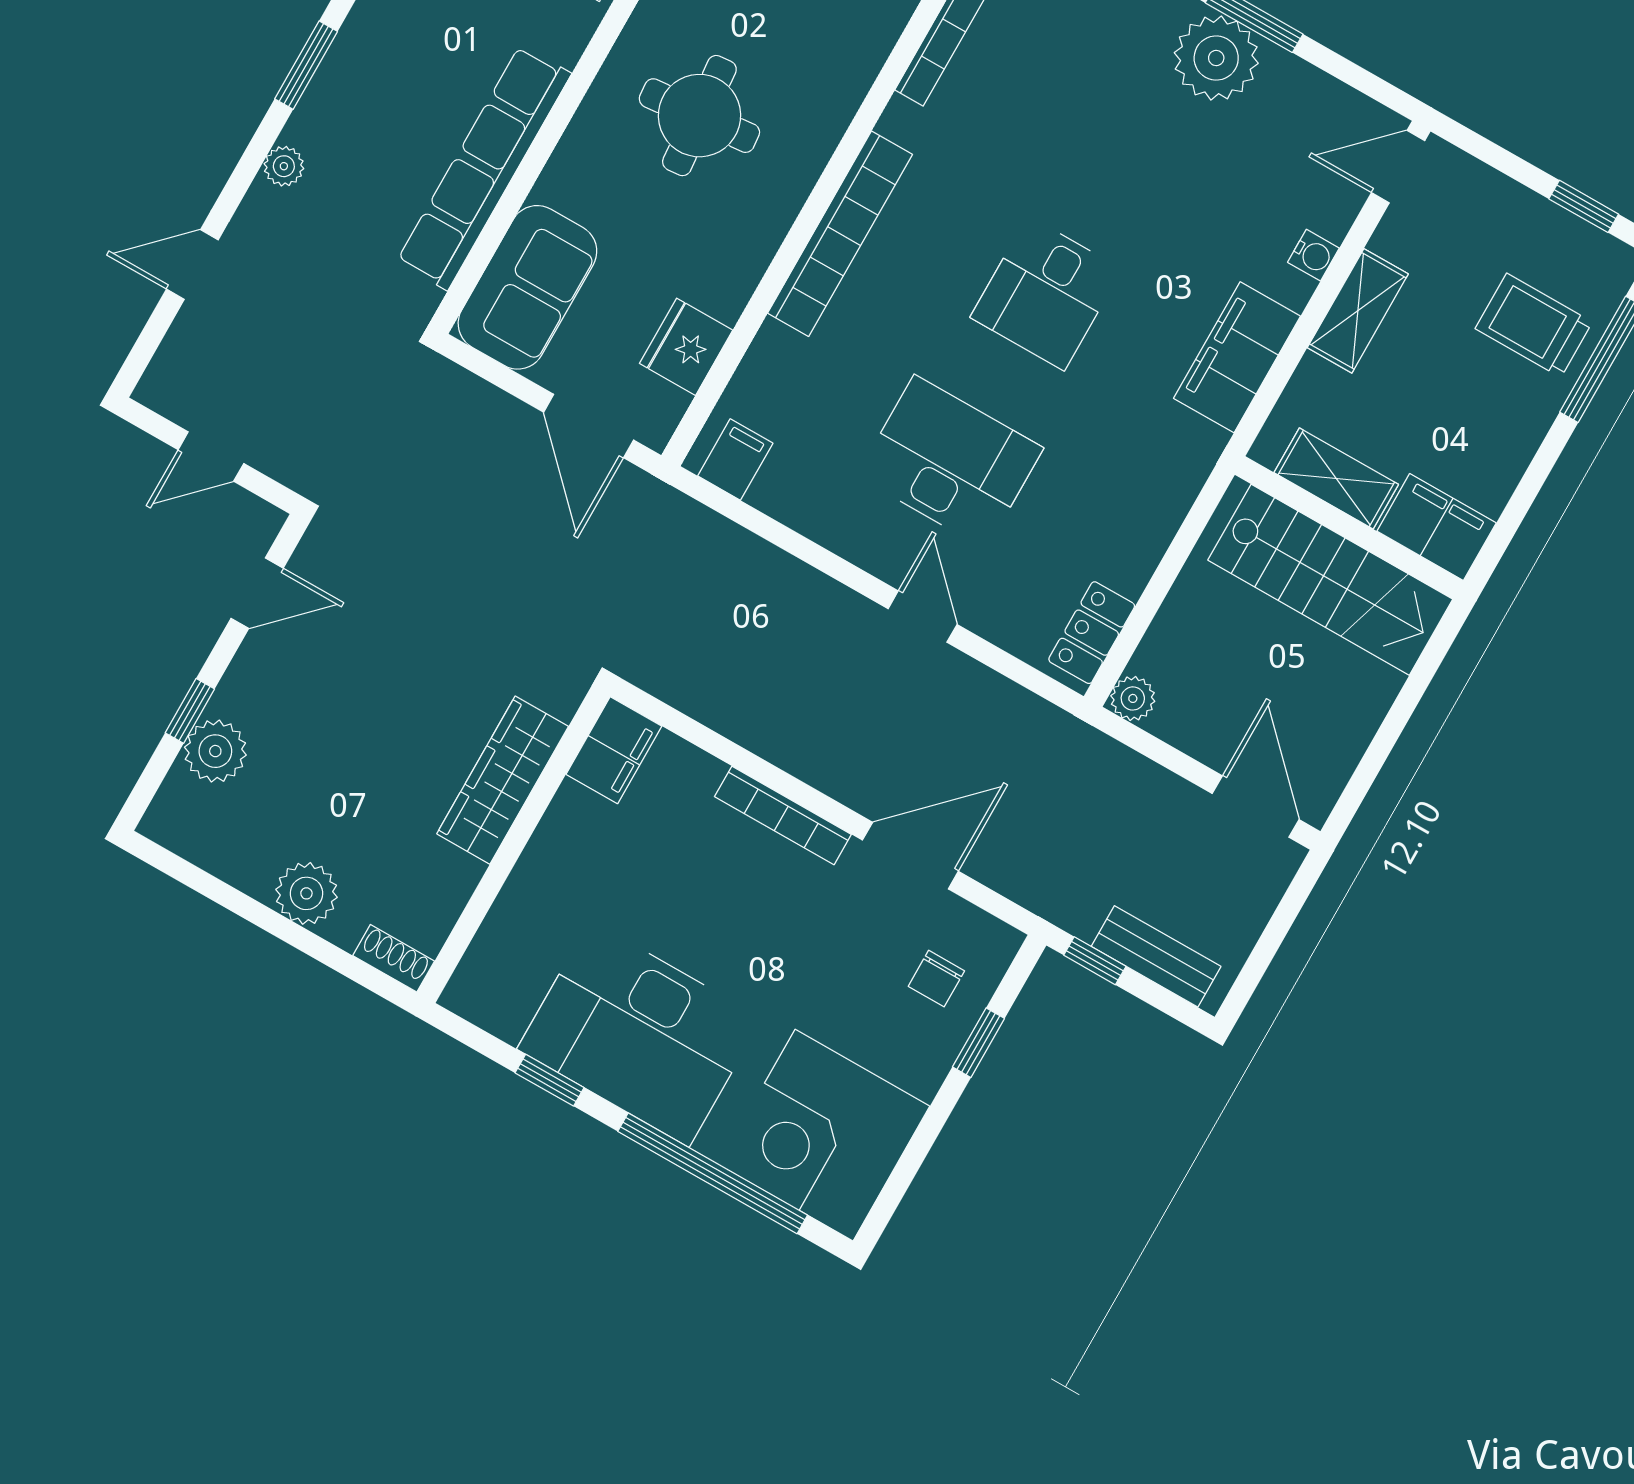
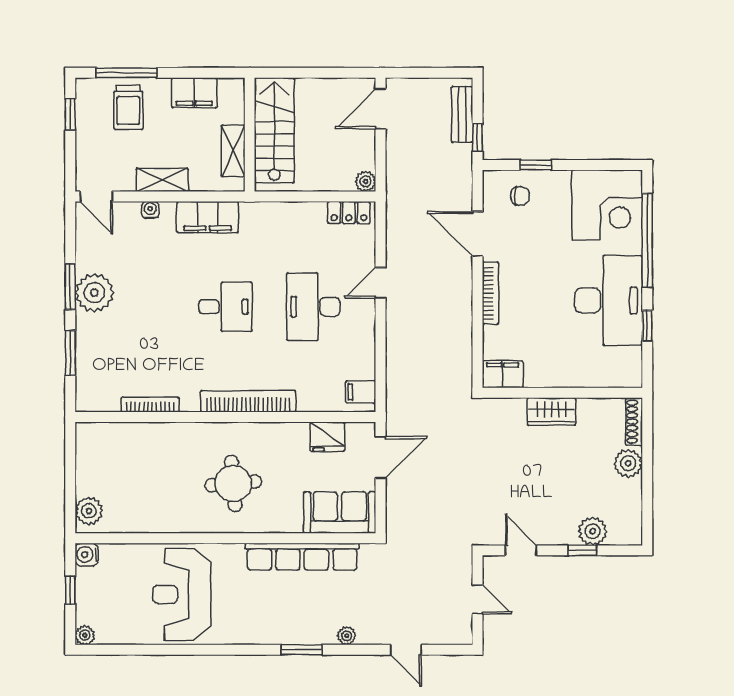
filing cabinet: (1437, 527) -> (194, 93), moved, turned -90
wardrobe: (503, 780) -> (551, 412), width x0.67
shoe rack: (394, 958) -> (634, 422), width x1.43

